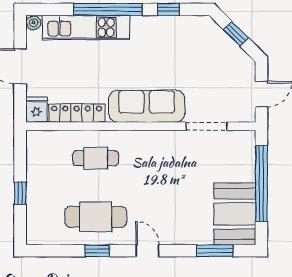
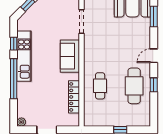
kitchen unit: (86, 27) -> (24, 56), moved
sofa: (147, 106) -> (70, 56), width x0.73
fridge: (36, 110) -> (72, 120), removed

